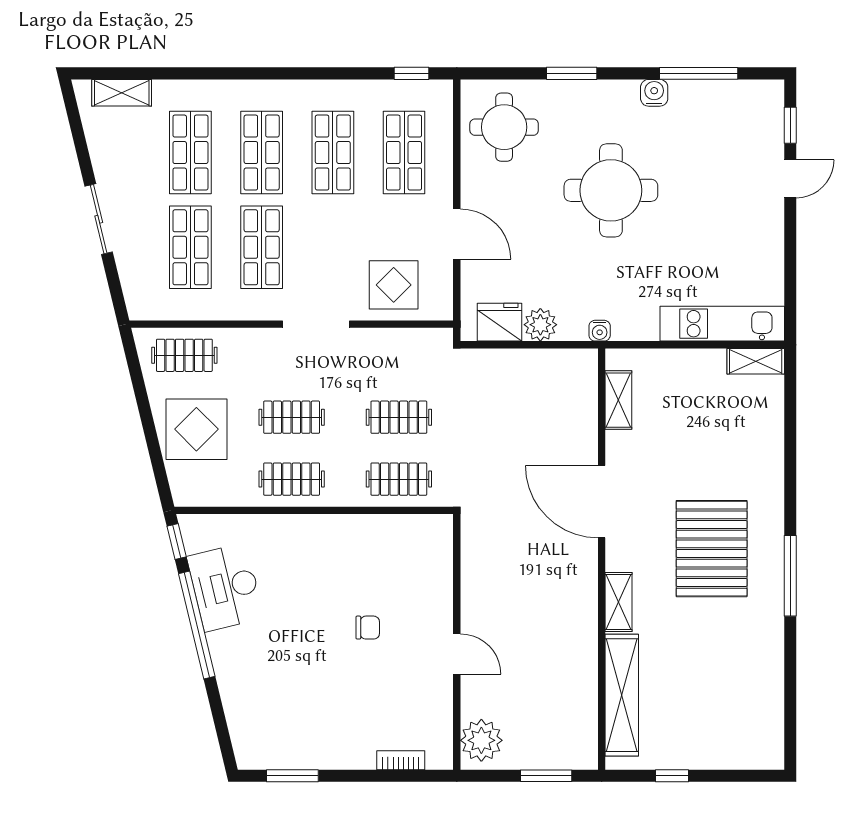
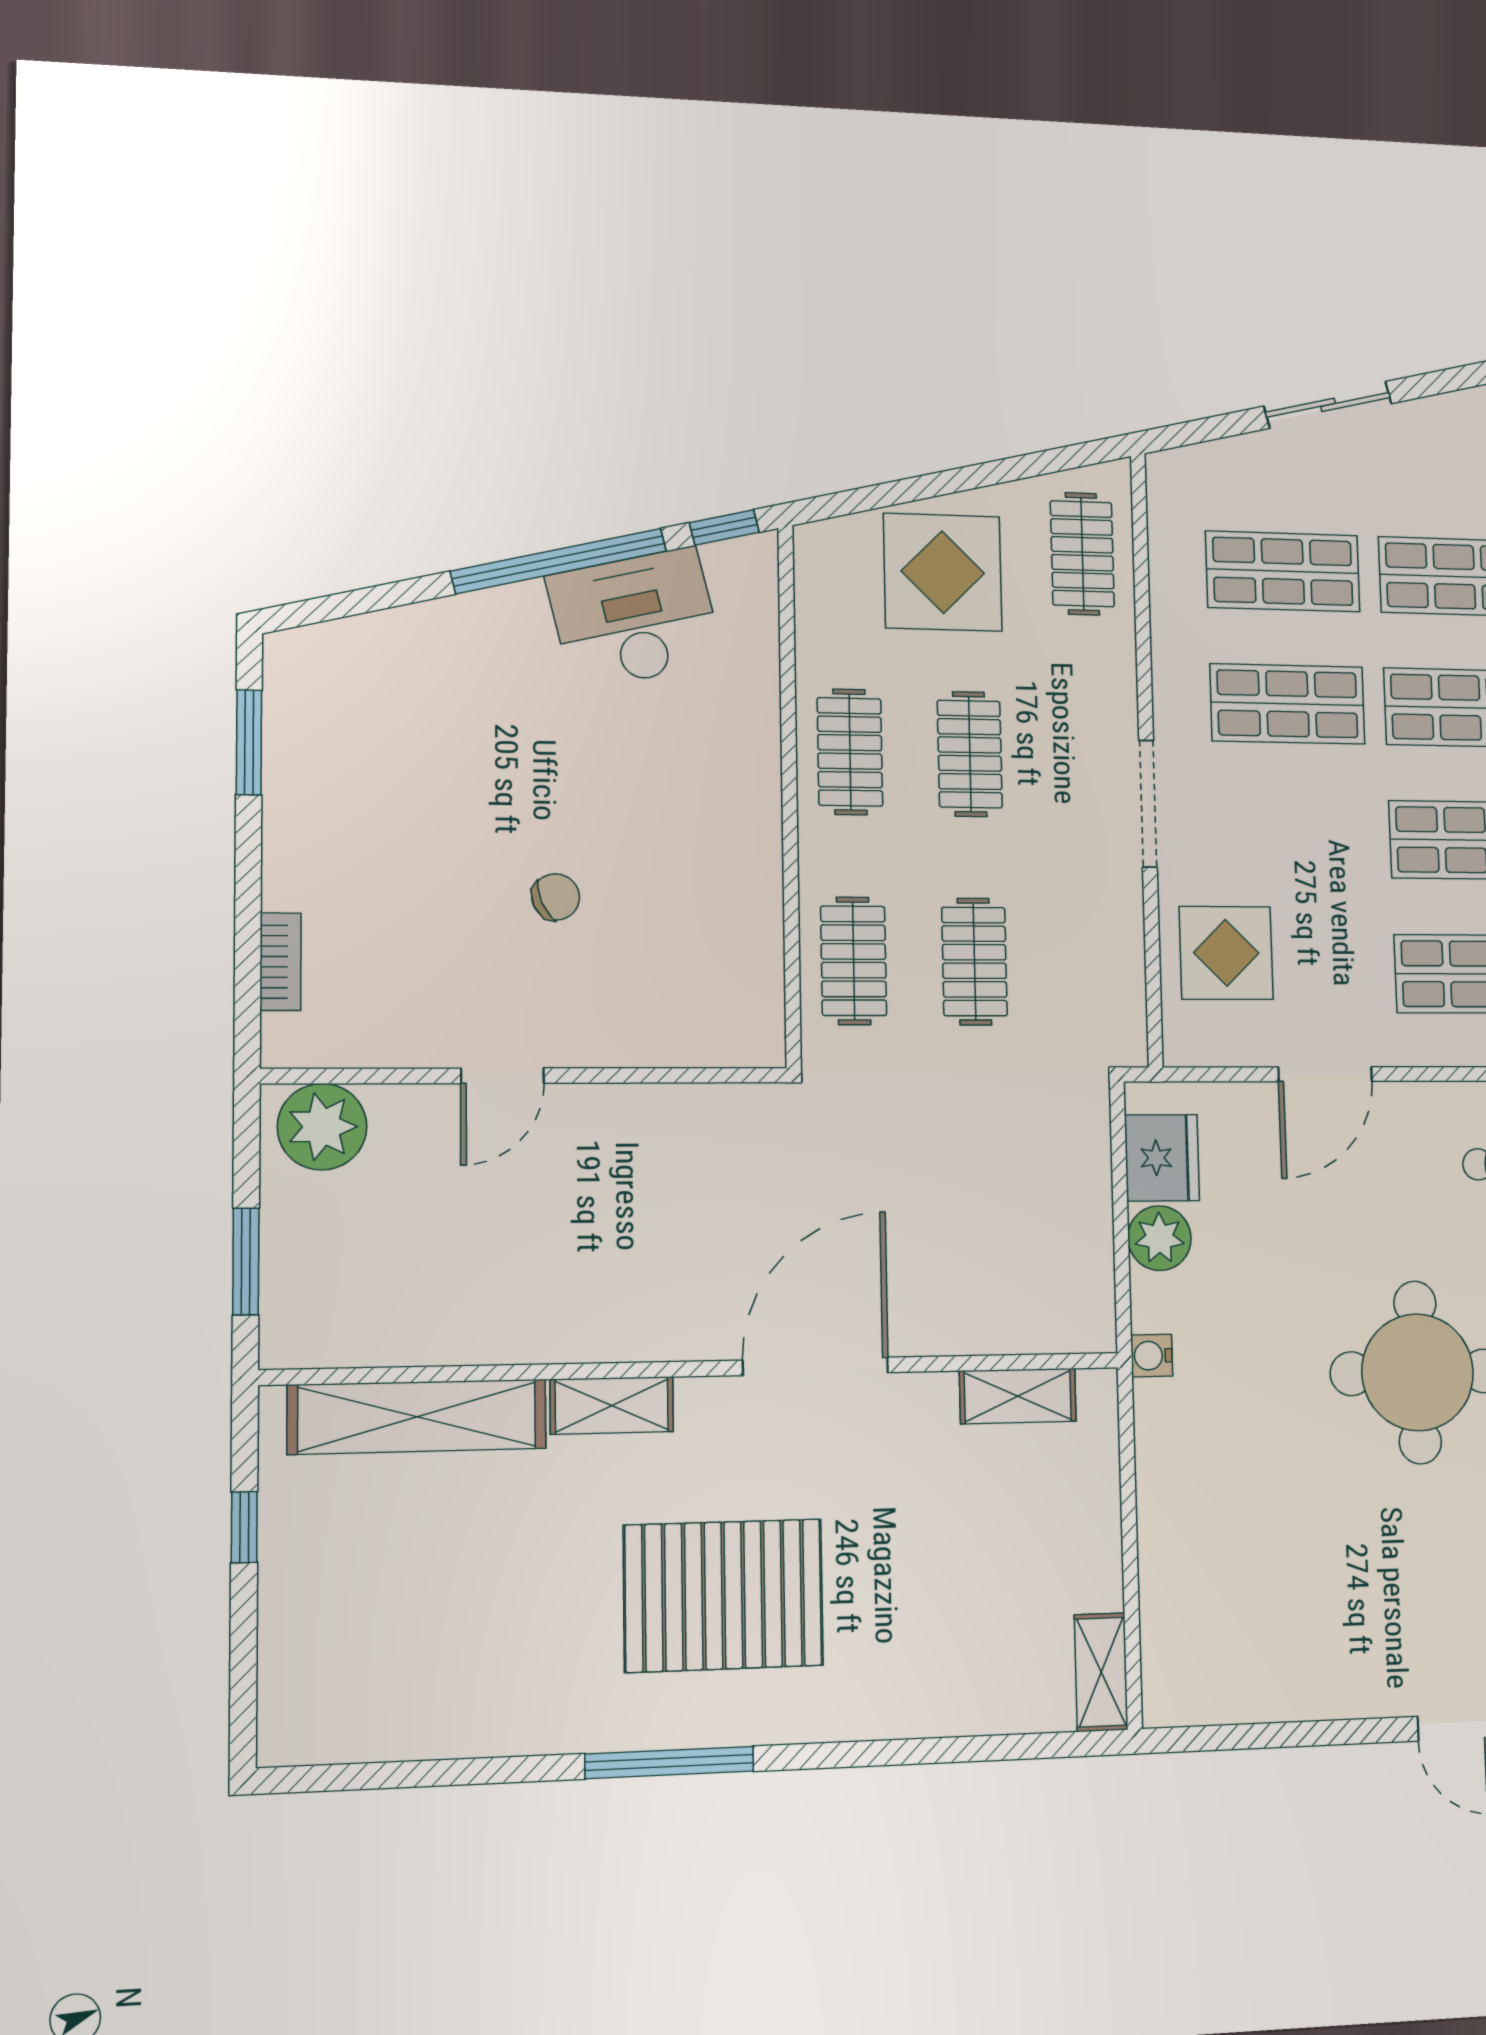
kitchen unit: (722, 324) -> (1172, 1601), removed
chair: (368, 628) -> (556, 897), turned -113

